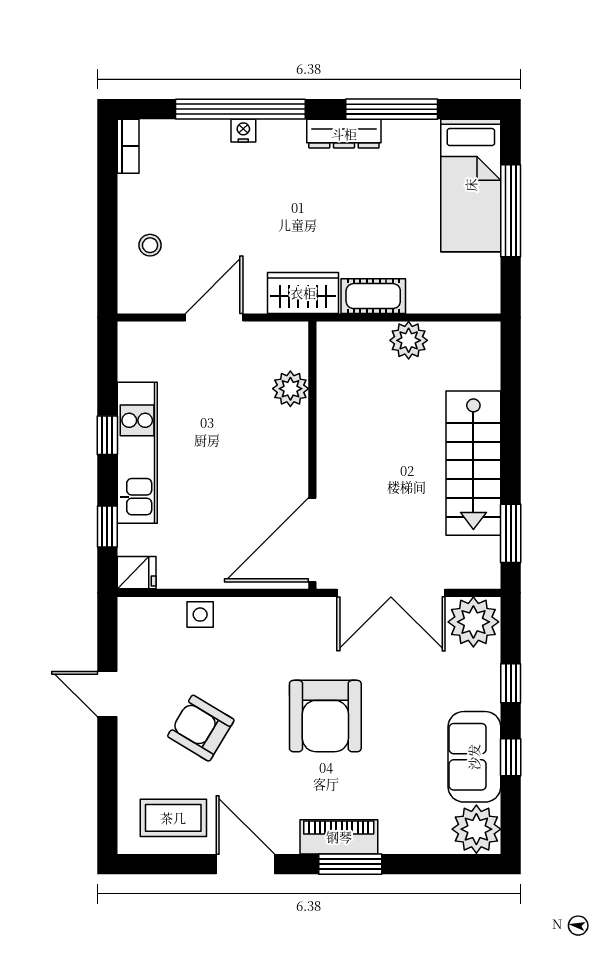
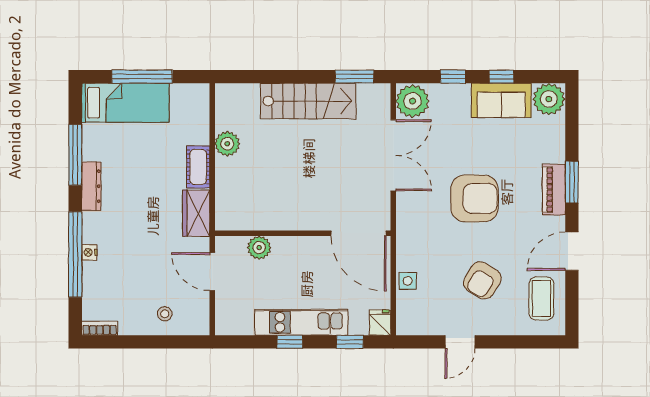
plant: (290, 389) -> (259, 248), moved
wall: (312, 455) -> (303, 233), moved
door: (312, 540) -> (359, 233), moved

